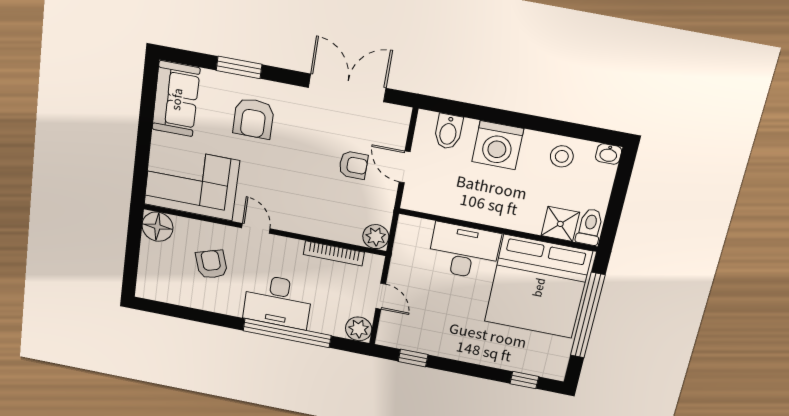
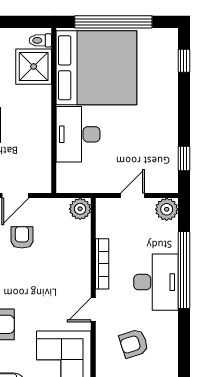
shower: (560, 224) -> (34, 67), width x1.36, depth x1.36
toilet: (590, 227) -> (40, 40), width x0.73, depth x0.72
bookcase: (334, 253) -> (102, 264), moved

